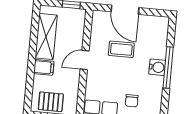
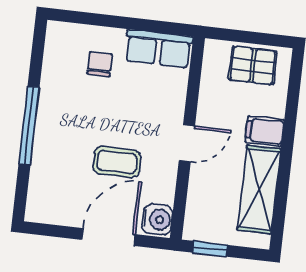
door: (125, 10) -> (108, 237), hinge flipped
water cooler: (157, 67) -> (157, 219), moved, turned 180

